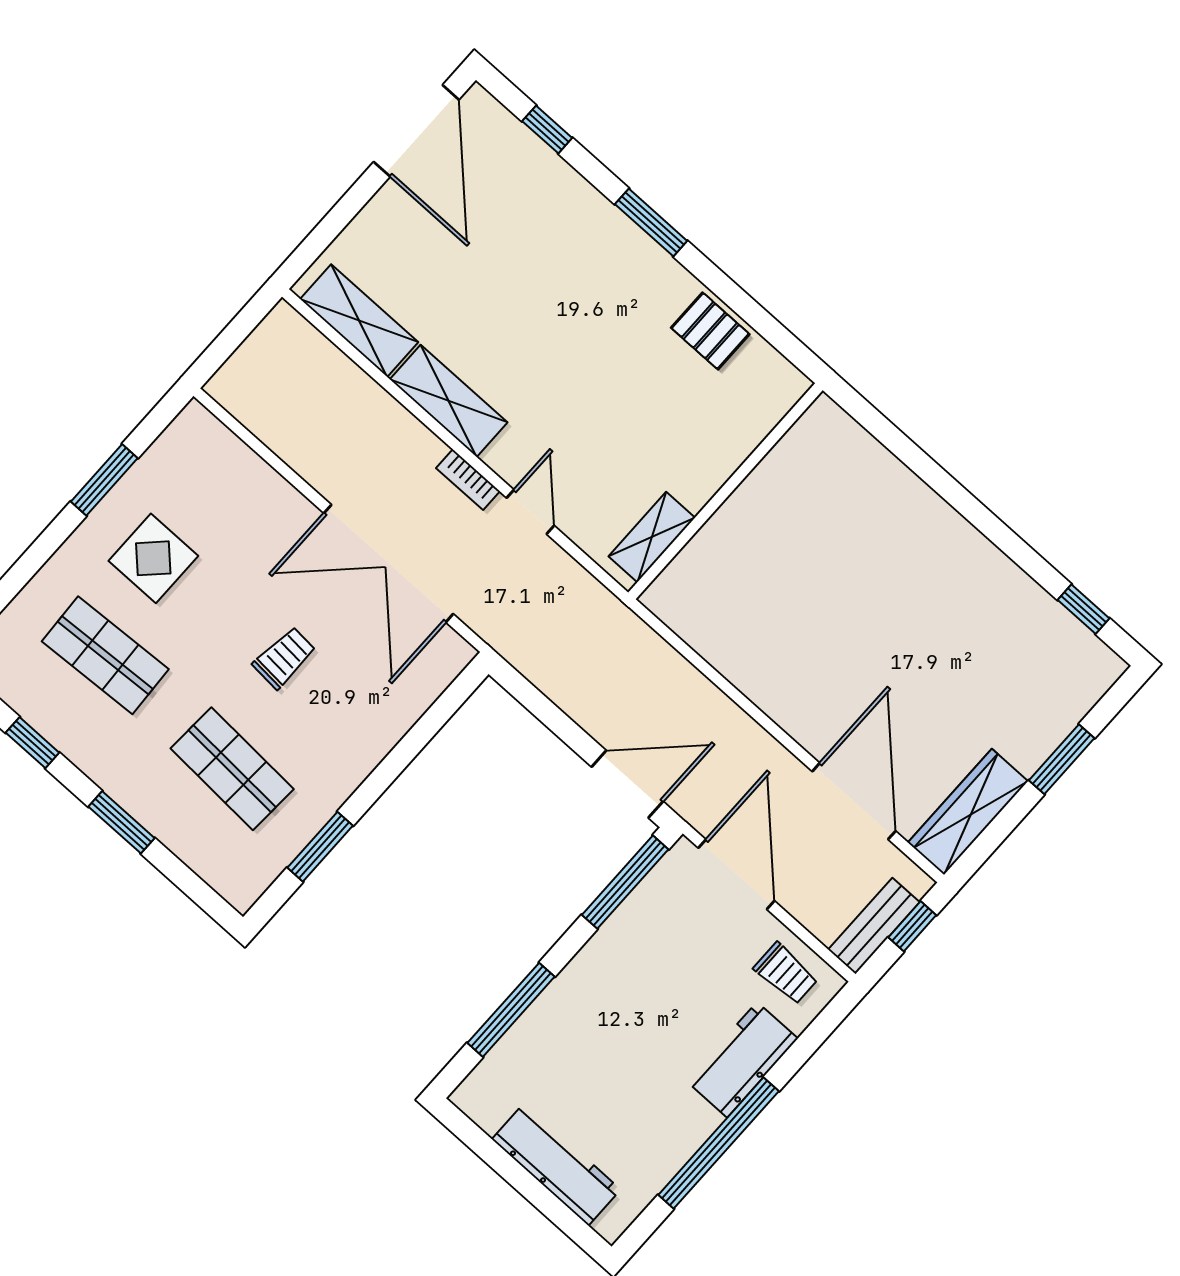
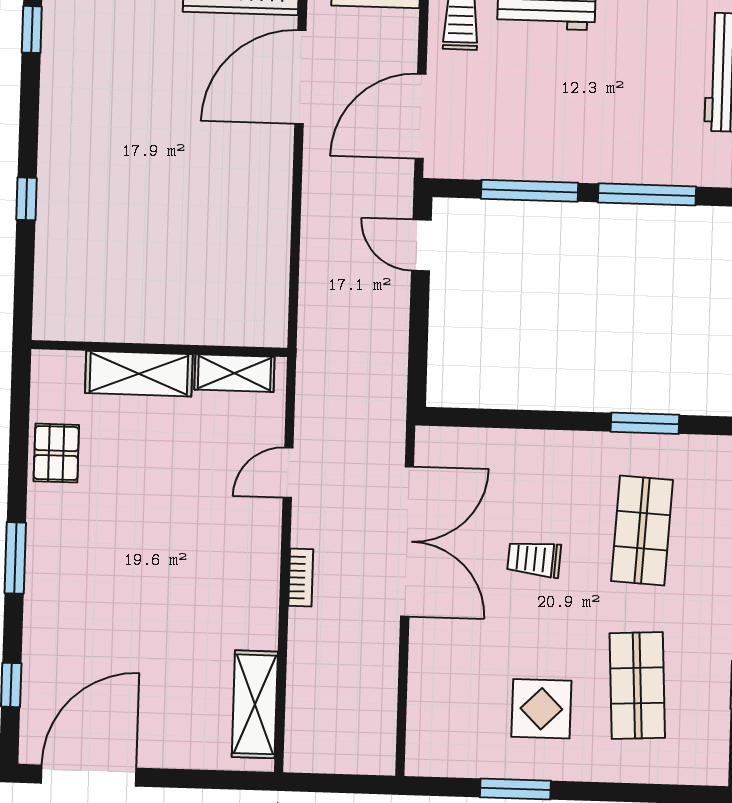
shelving: (449, 401) -> (139, 374), moved, turned 90
bookcase: (468, 480) -> (301, 578), moved
window: (945, 485) -> (26, 199), added
door: (627, 784) -> (421, 245), width x0.73
window: (625, 882) -> (530, 191), moved

